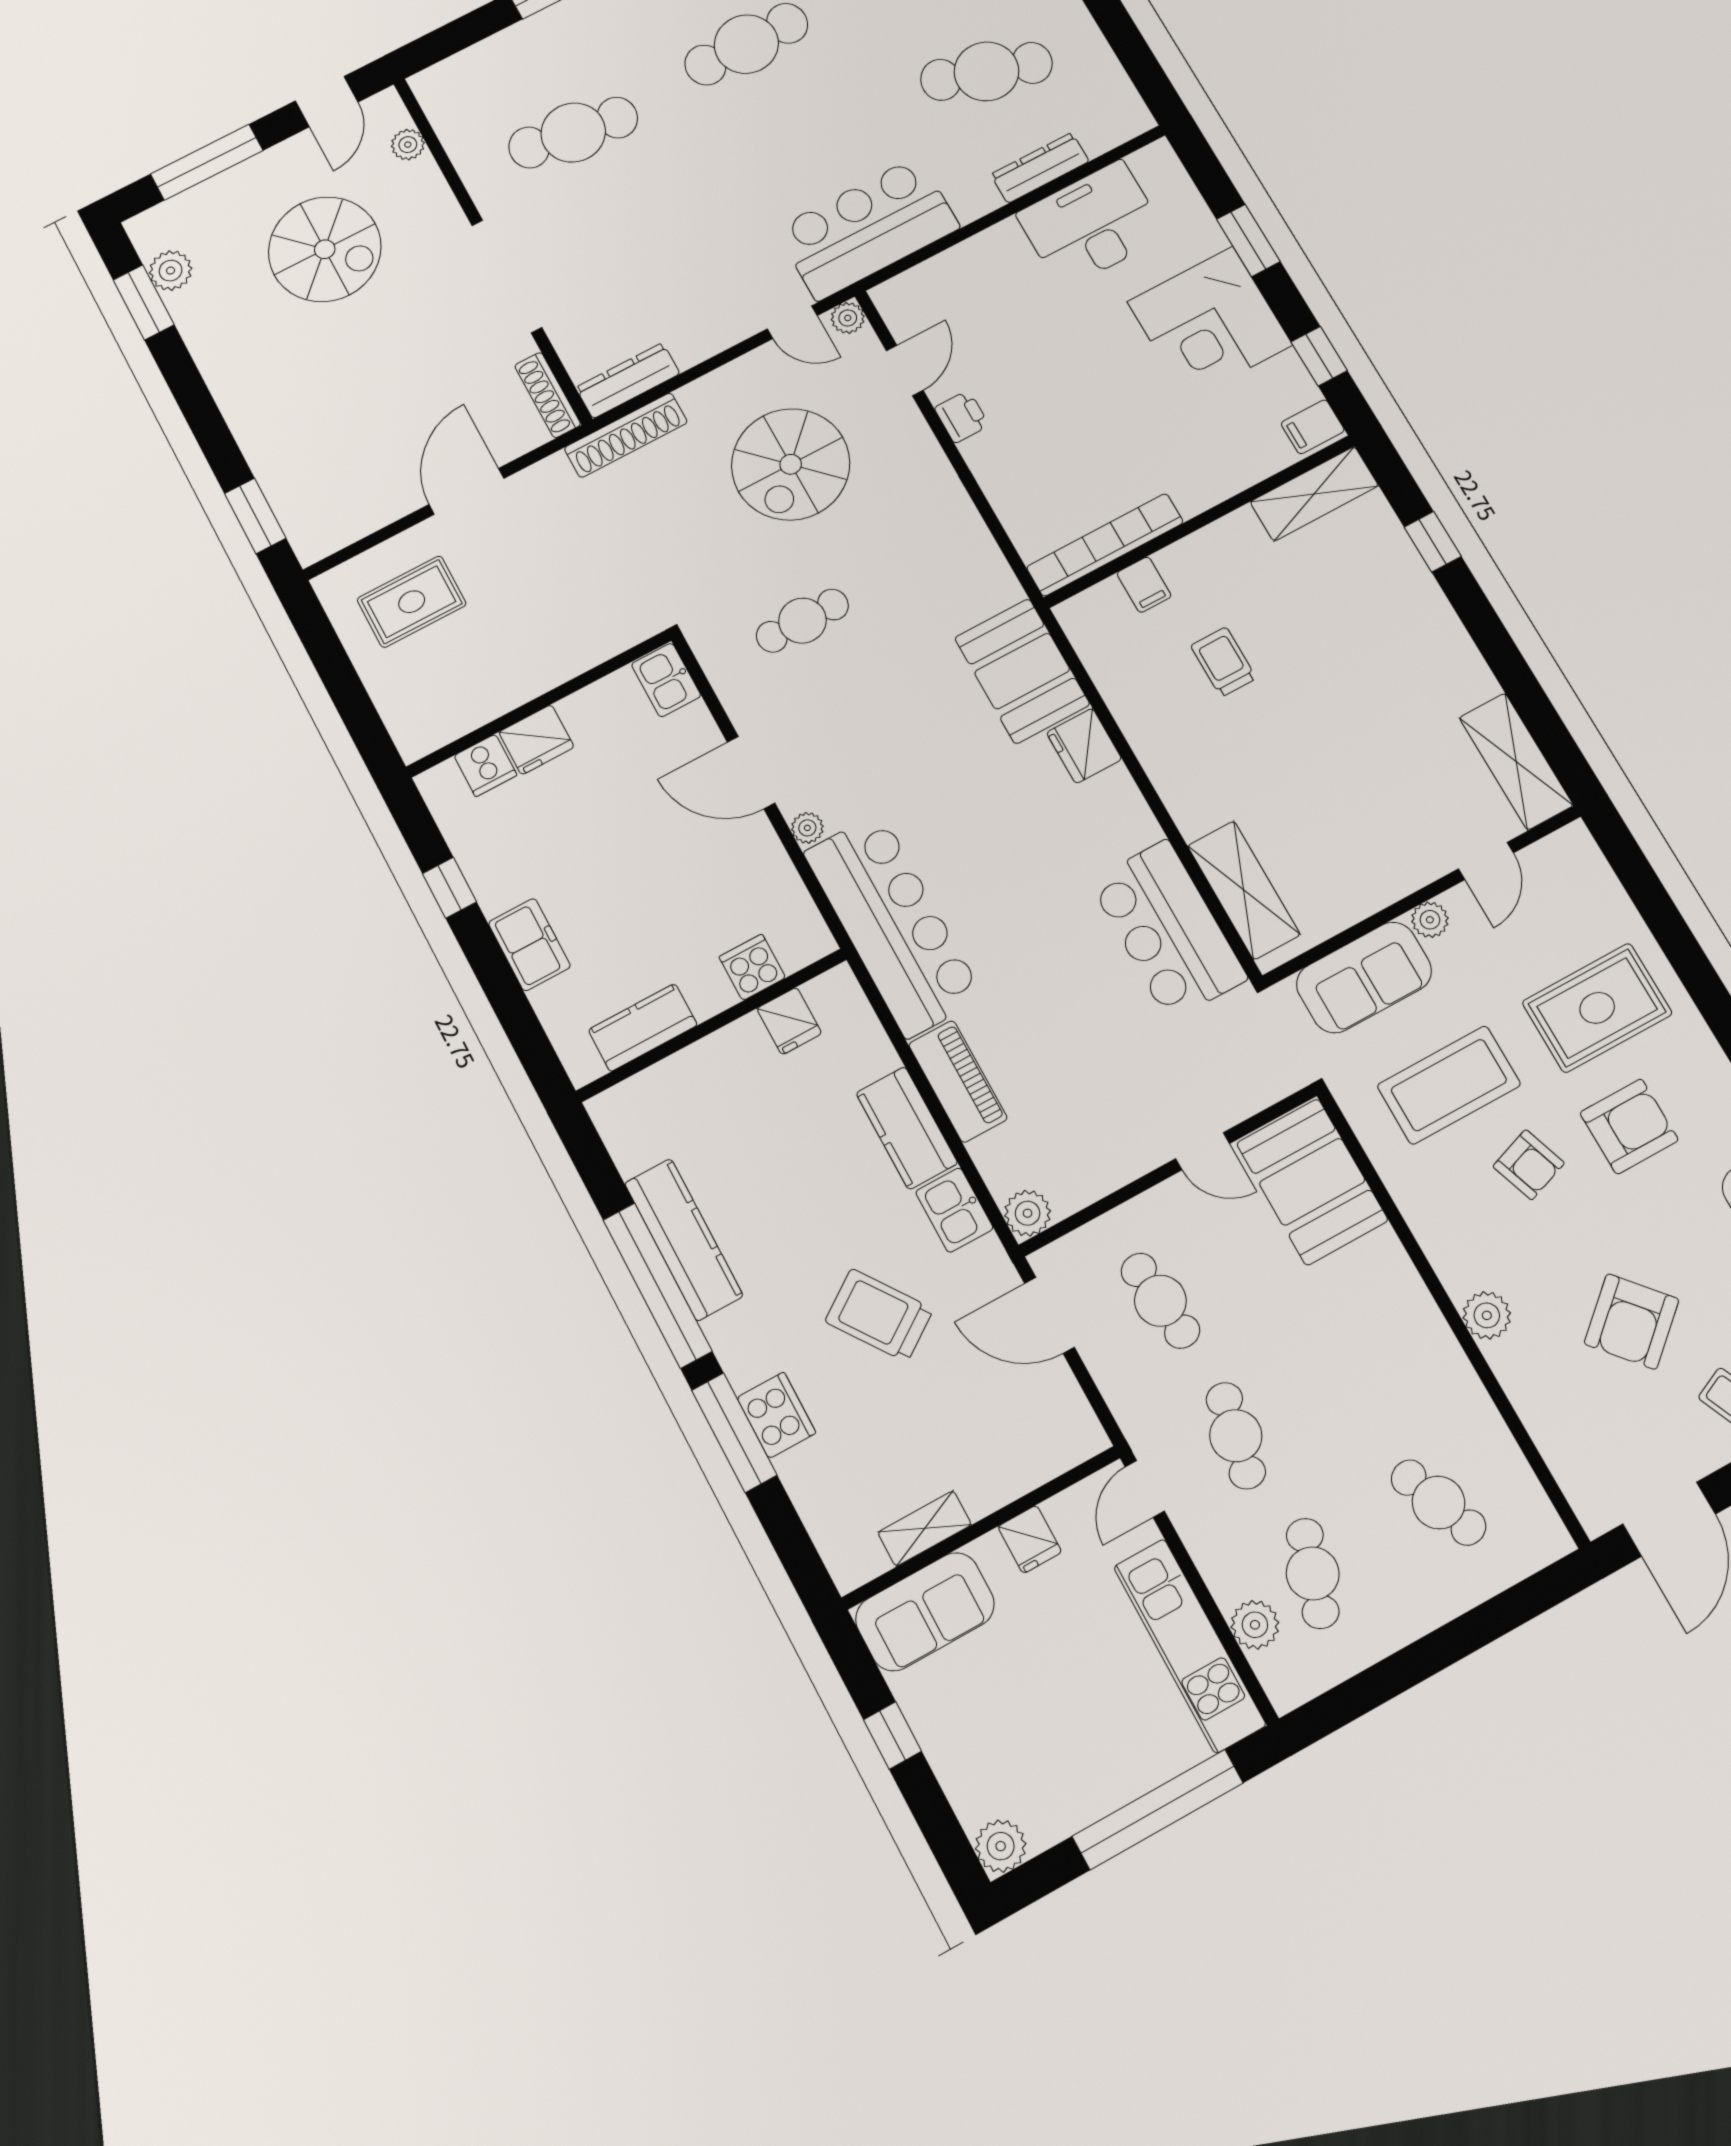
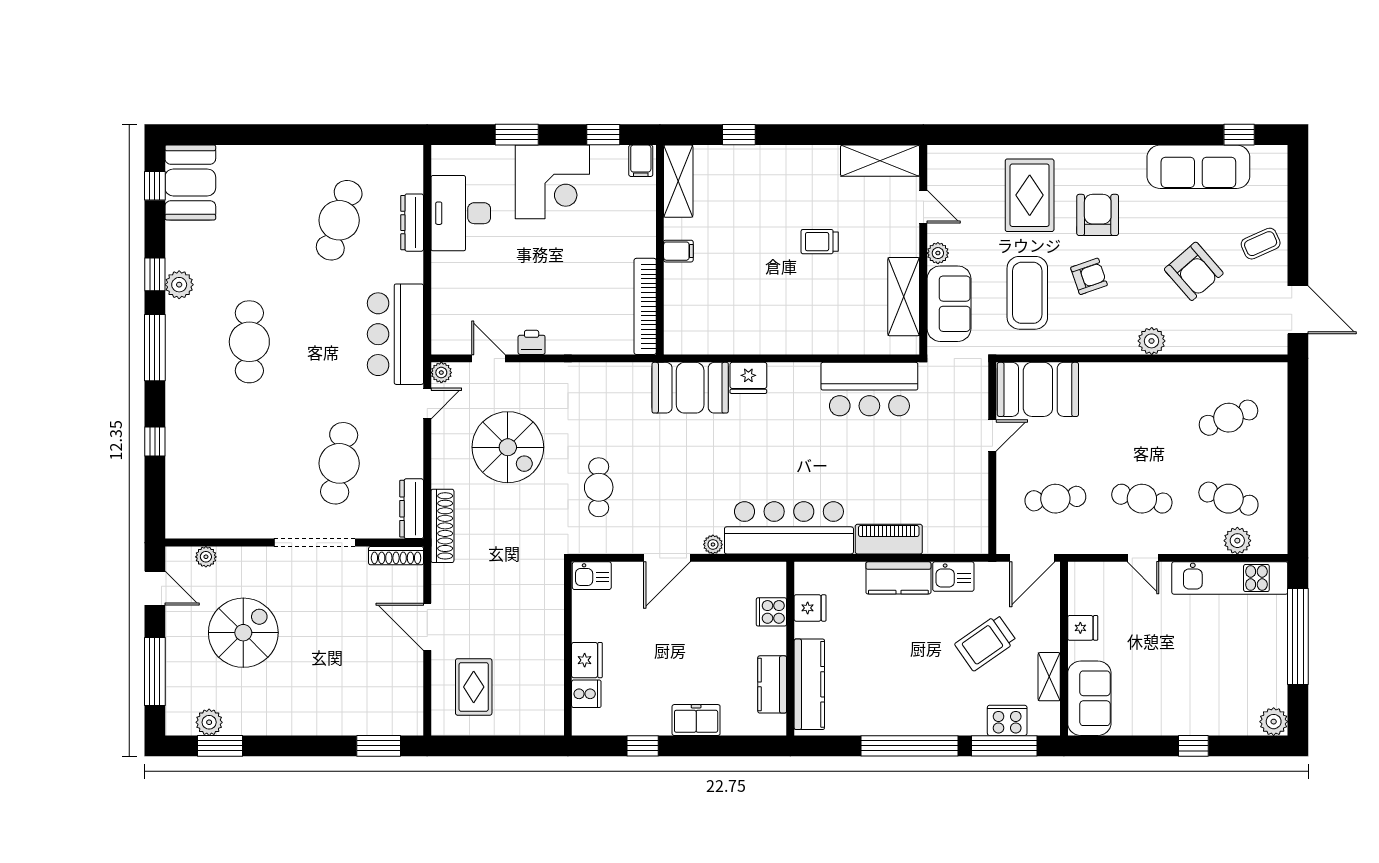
cafe table: (573, 133) -> (339, 463), moved
filing cabinet: (1144, 585) -> (678, 251), moved
trolley: (1223, 662) -> (820, 242), moved
shelving: (1244, 890) -> (904, 297), moved, turned 90
plant: (1028, 1213) -> (975, 541), removed
kitchen counter: (684, 1239) -> (809, 684), moved, turned 90
shelving: (925, 1528) -> (1049, 677), moved
wall: (981, 1528) -> (1064, 649), moved
fridge: (1030, 1539) -> (1083, 628), moved
sofa: (925, 1612) -> (1089, 698), moved

